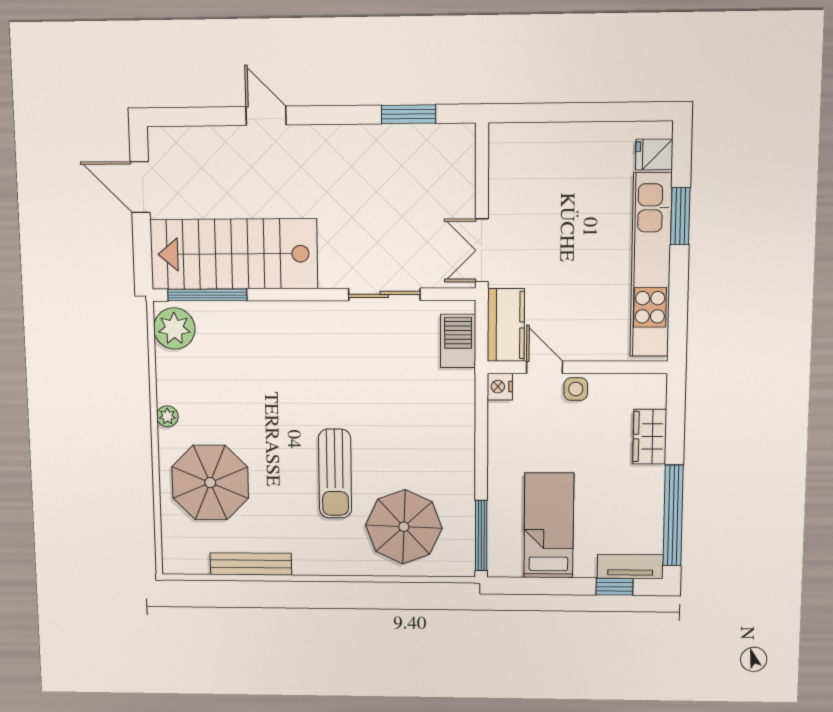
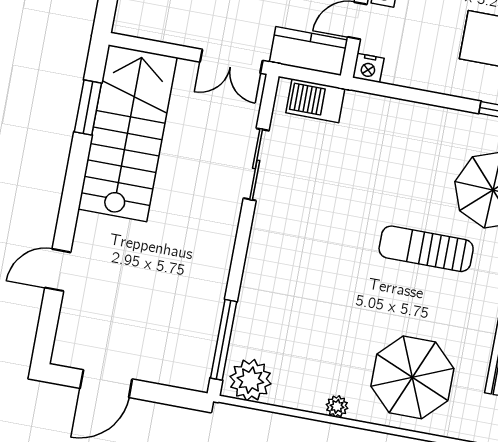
door: (266, 116) -> (58, 270), moved
stairs: (234, 254) -> (128, 133), moved, turned 180
sun lounger: (335, 474) -> (426, 249), turned 180

